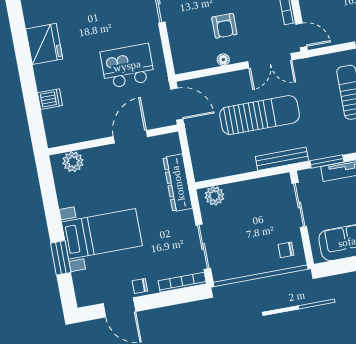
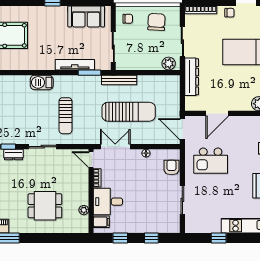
armchair: (224, 26) -> (172, 167), moved
sun lounger: (260, 115) -> (129, 112), turned 180
sliding door: (203, 247) -> (182, 42), moved
chair: (243, 253) -> (156, 22), added

